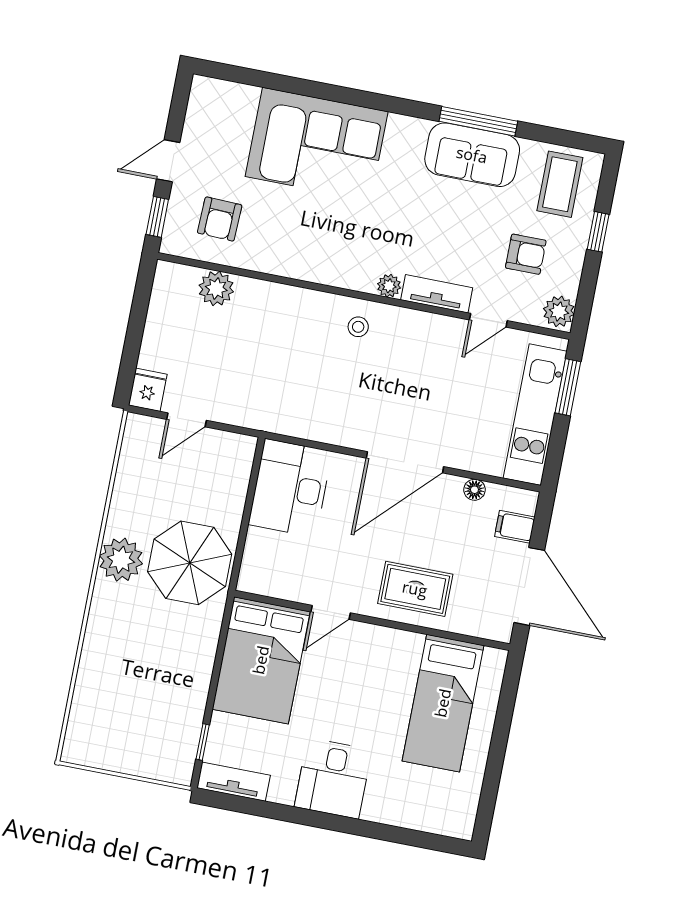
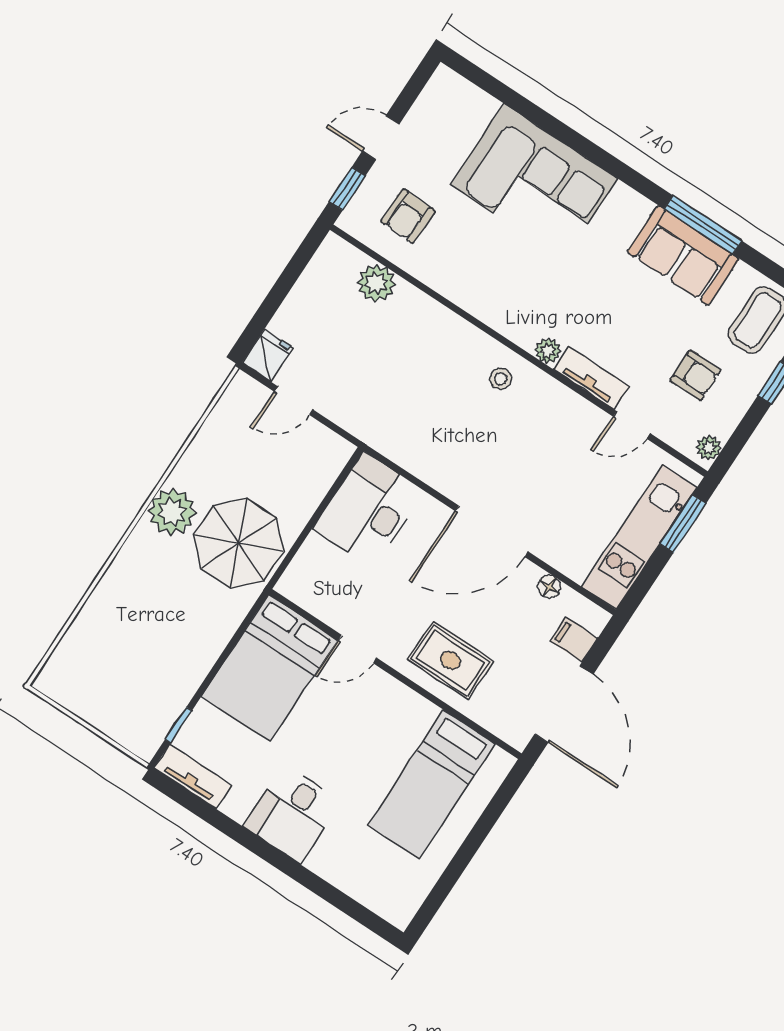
plant: (559, 311) -> (709, 448), width x0.73, depth x0.73

